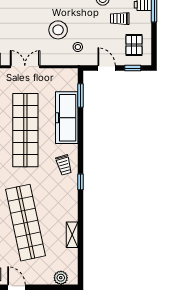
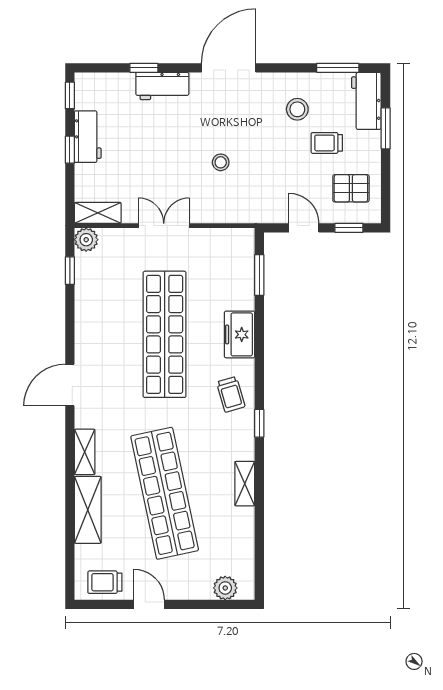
stool: (58, 30) -> (221, 162), width x0.53, depth x0.53
pallet: (134, 45) -> (351, 188), turned 90
stool: (78, 47) -> (255, 192), removed
freezer: (67, 118) -> (240, 334), width x0.52, depth x0.79
shelving: (72, 235) -> (245, 484), moved

